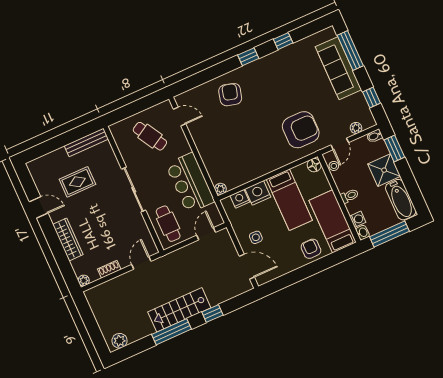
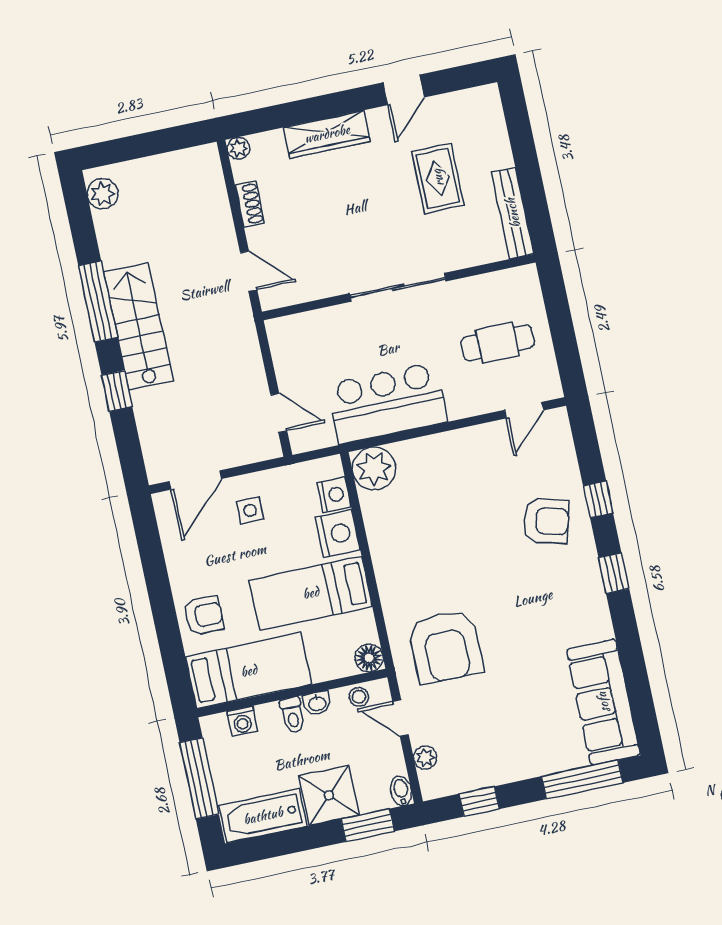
window: (283, 41) -> (598, 499), moved
sofa: (338, 68) -> (603, 702), moved, turned -90
cafe table: (150, 136) -> (498, 343), turned 30
plant: (220, 189) -> (374, 469), width x1.88, depth x1.88
cafe table: (168, 224) -> (315, 341), removed
washbasin: (362, 233) -> (317, 703), moved

